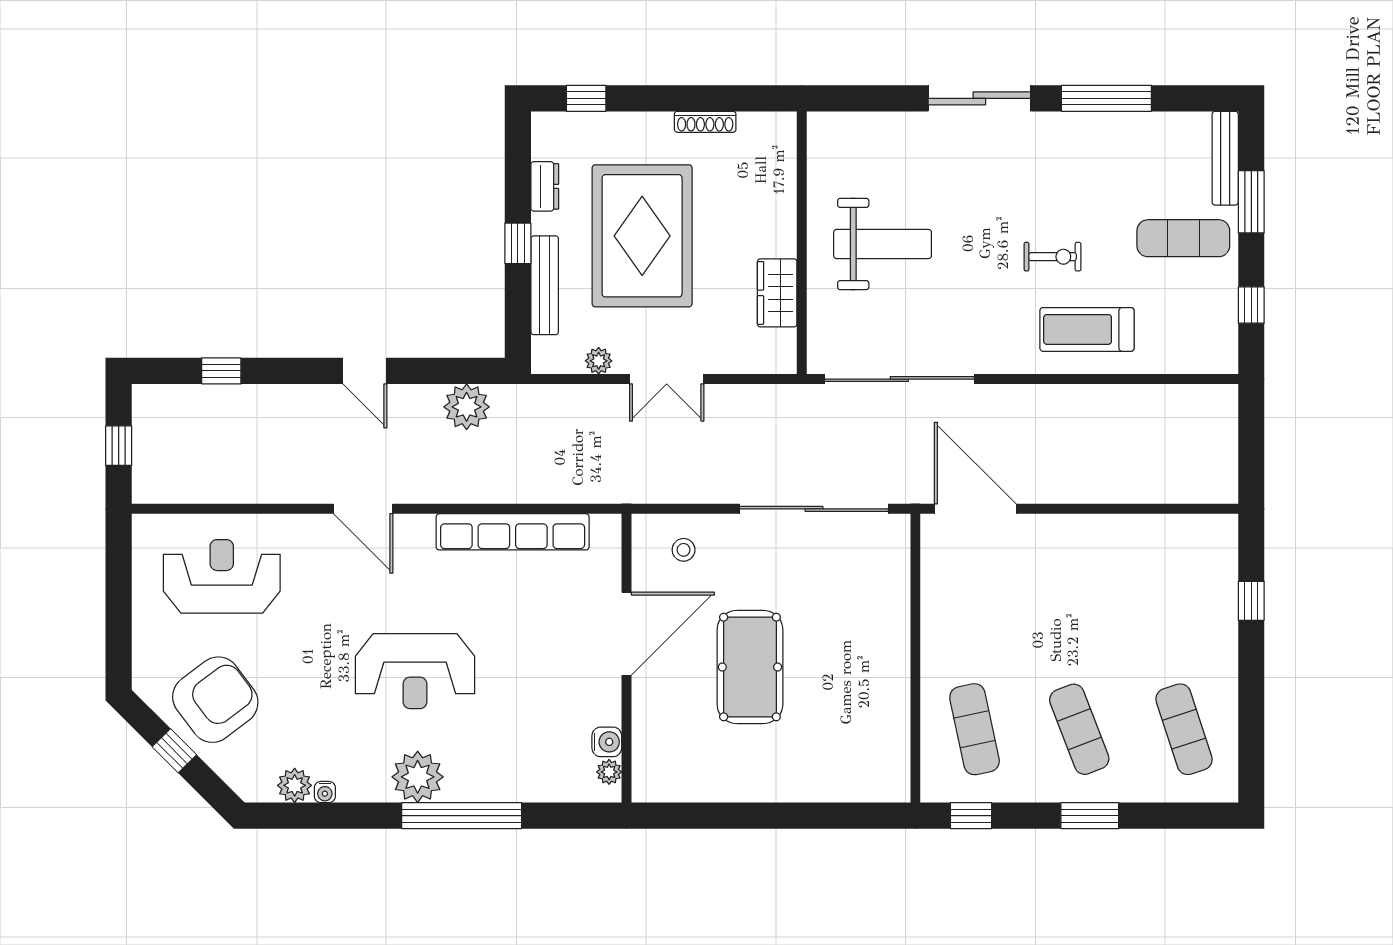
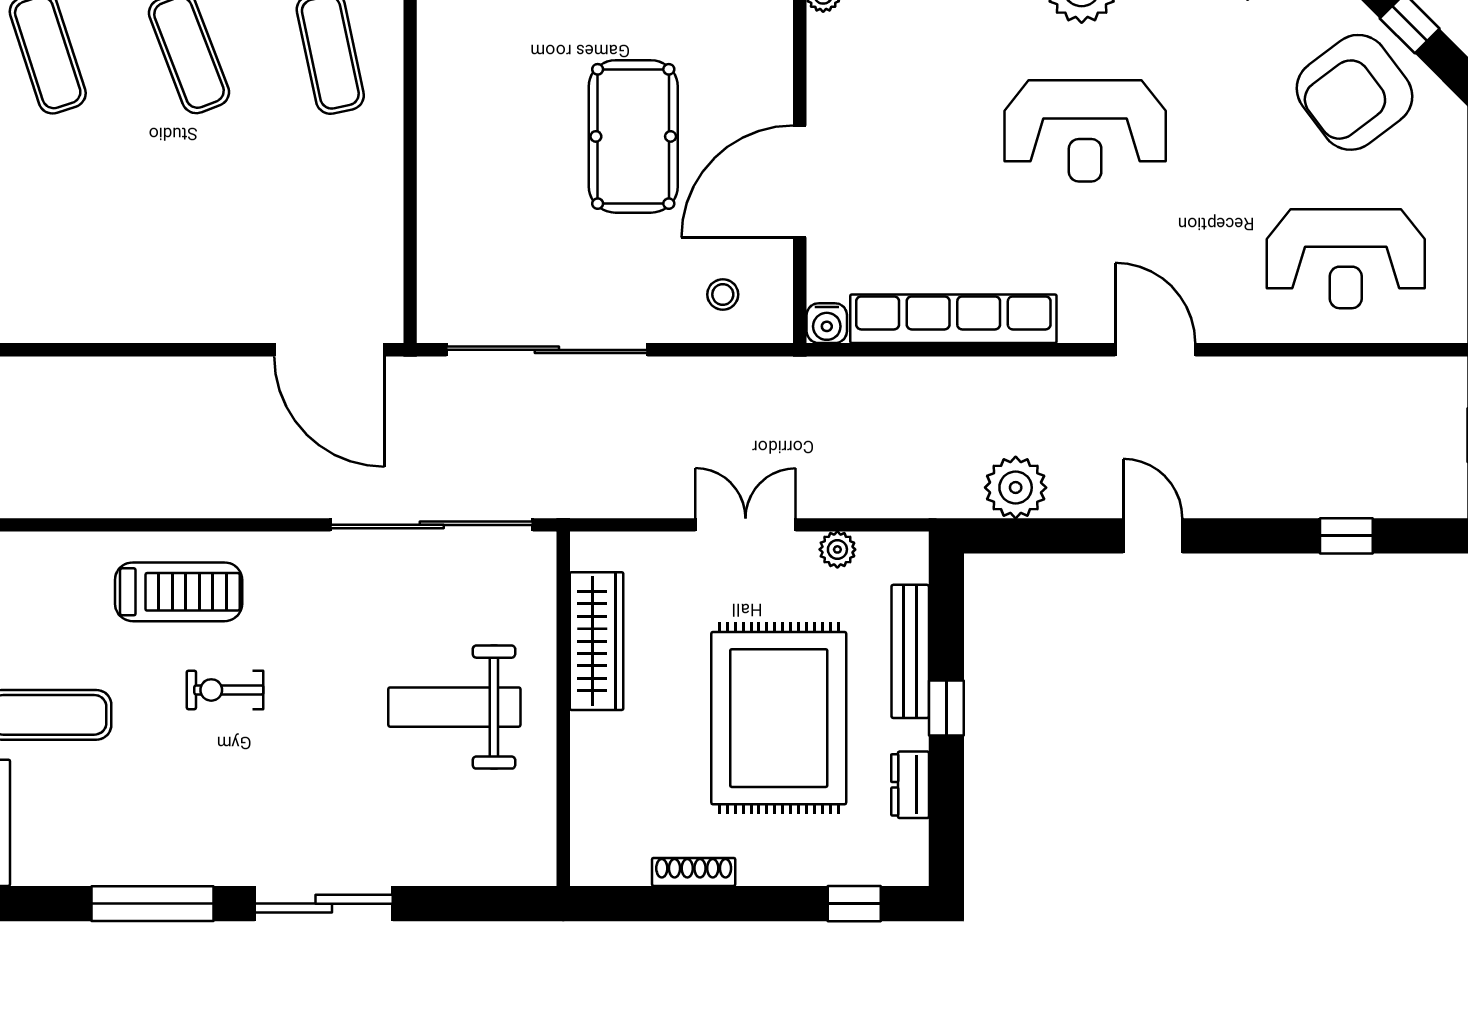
wardrobe: (777, 293) -> (597, 641), width x1.50
reception desk: (415, 671) -> (1085, 131), turned 180
water cooler: (607, 742) -> (827, 323), moved, turned -90

